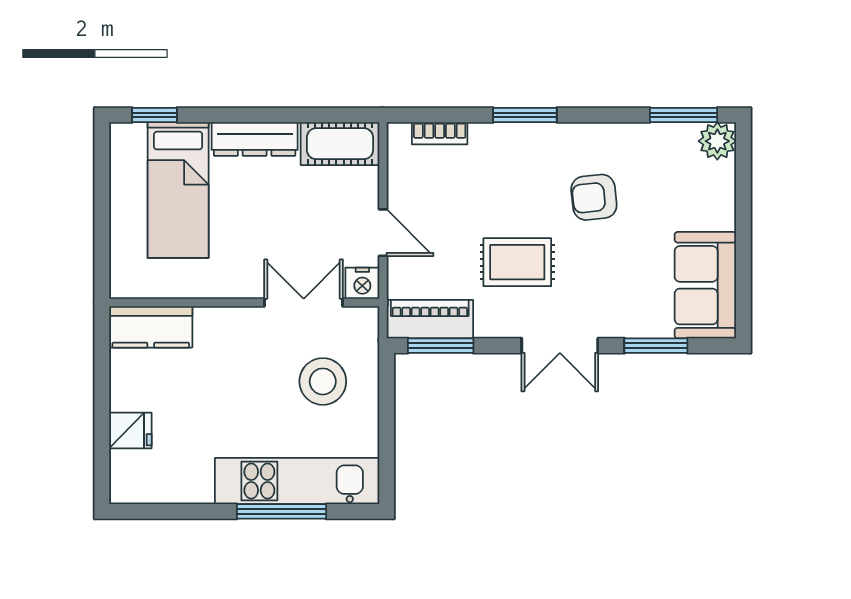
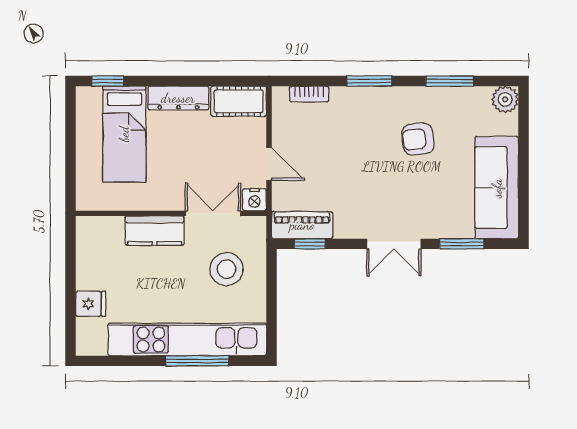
window: (684, 115) -> (450, 81), moved
rug: (517, 262) -> (364, 185), removed
sofa: (705, 285) -> (497, 188), width x1.36
kitchen counter: (151, 327) -> (155, 231), moved
window: (441, 346) -> (310, 244), width x0.67
kitchen unit: (297, 481) -> (187, 339), width x1.36

